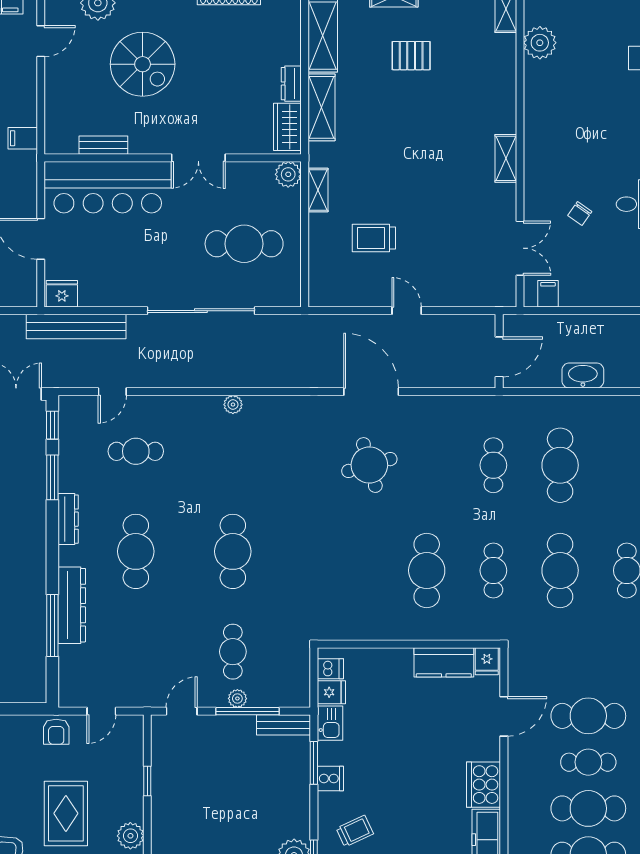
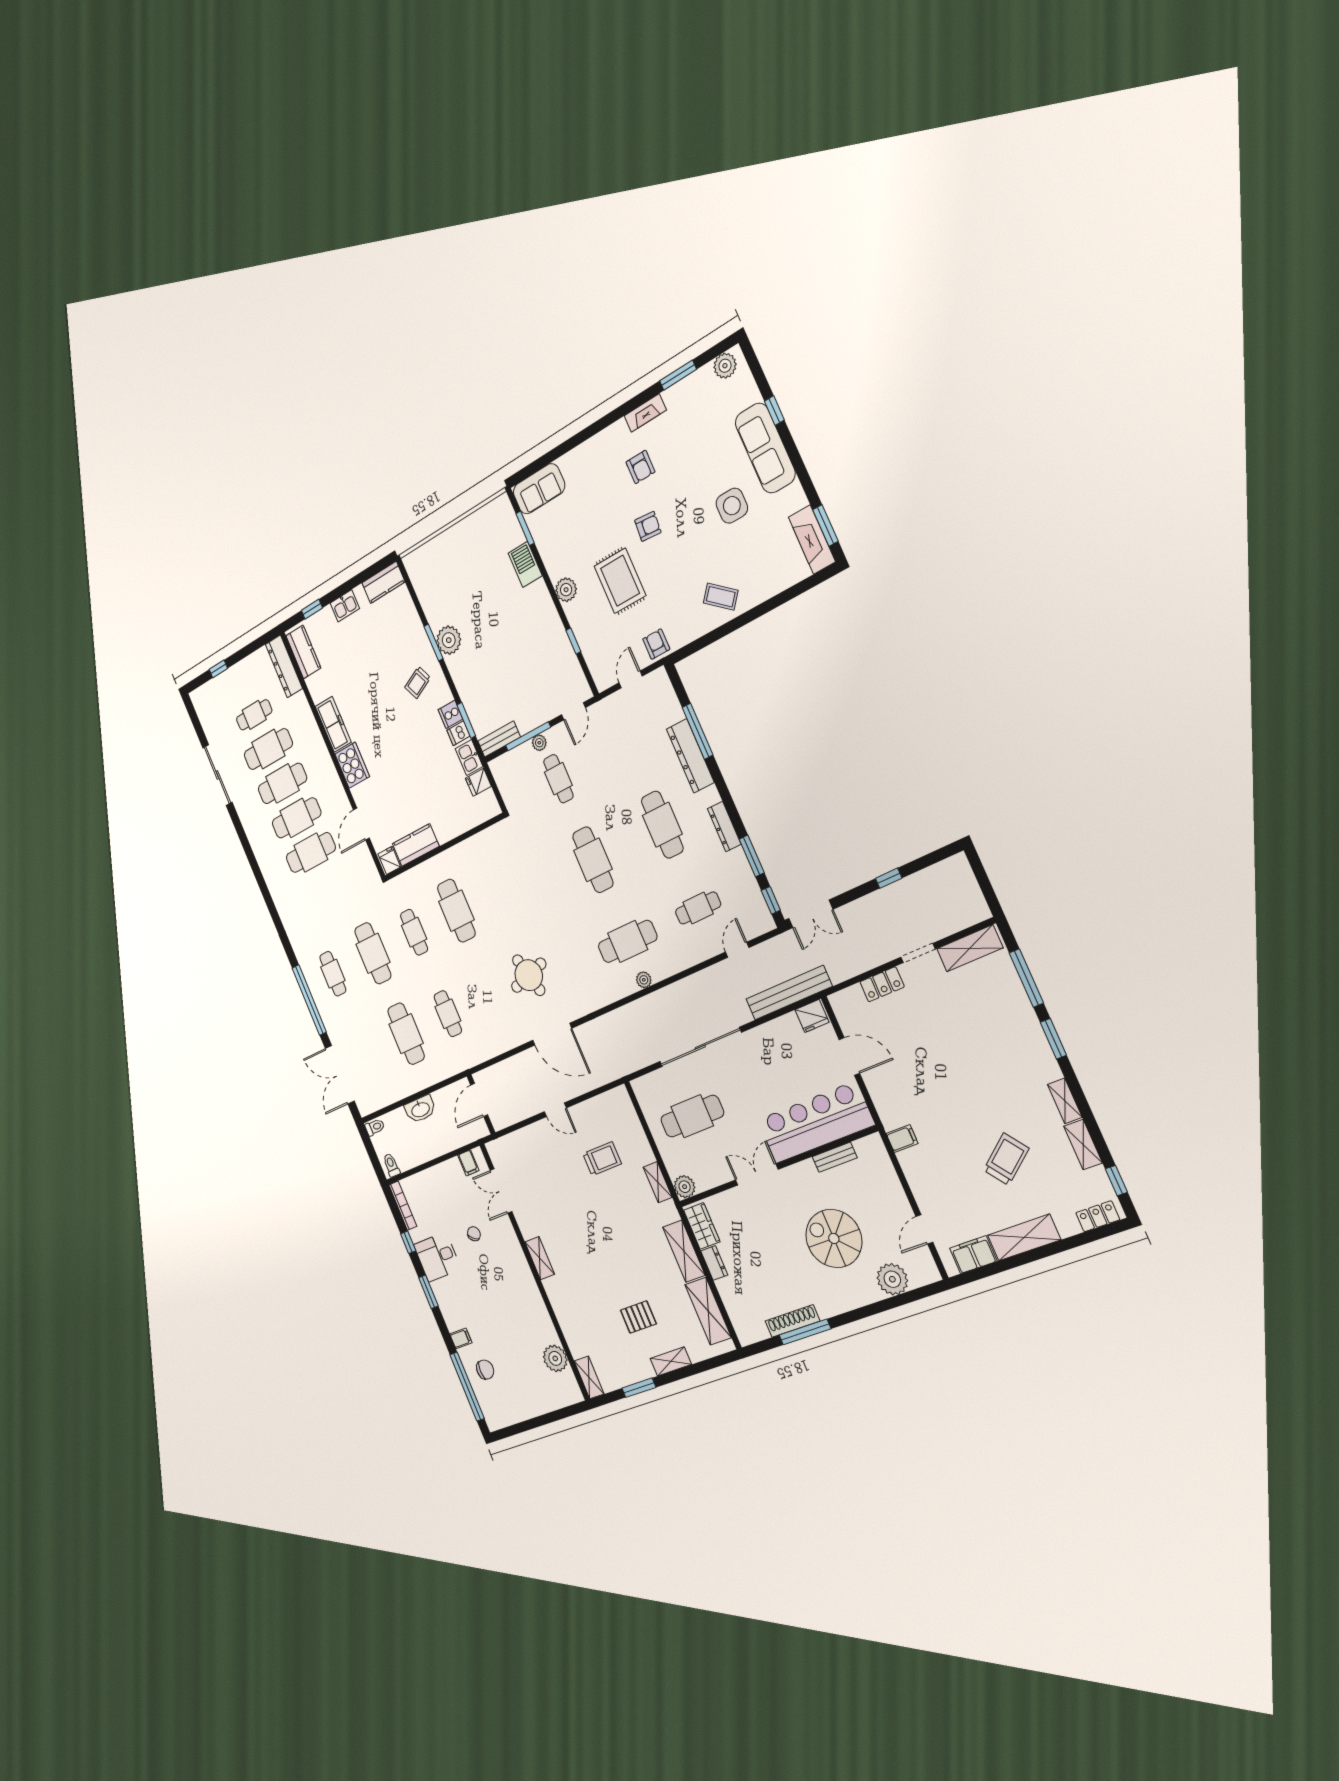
cafe table: (233, 451) -> (628, 941), added
dishwasher: (330, 669) -> (458, 733), moved
cafe table: (588, 762) -> (297, 818), width x1.37, depth x1.35

